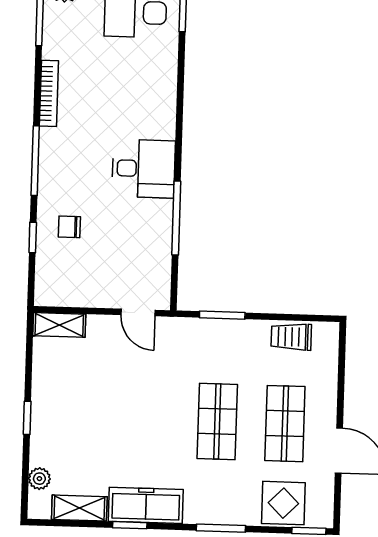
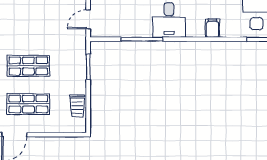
filing cabinet: (160, 92) -> (212, 28), added
trolley: (291, 337) -> (77, 106), turned 180

